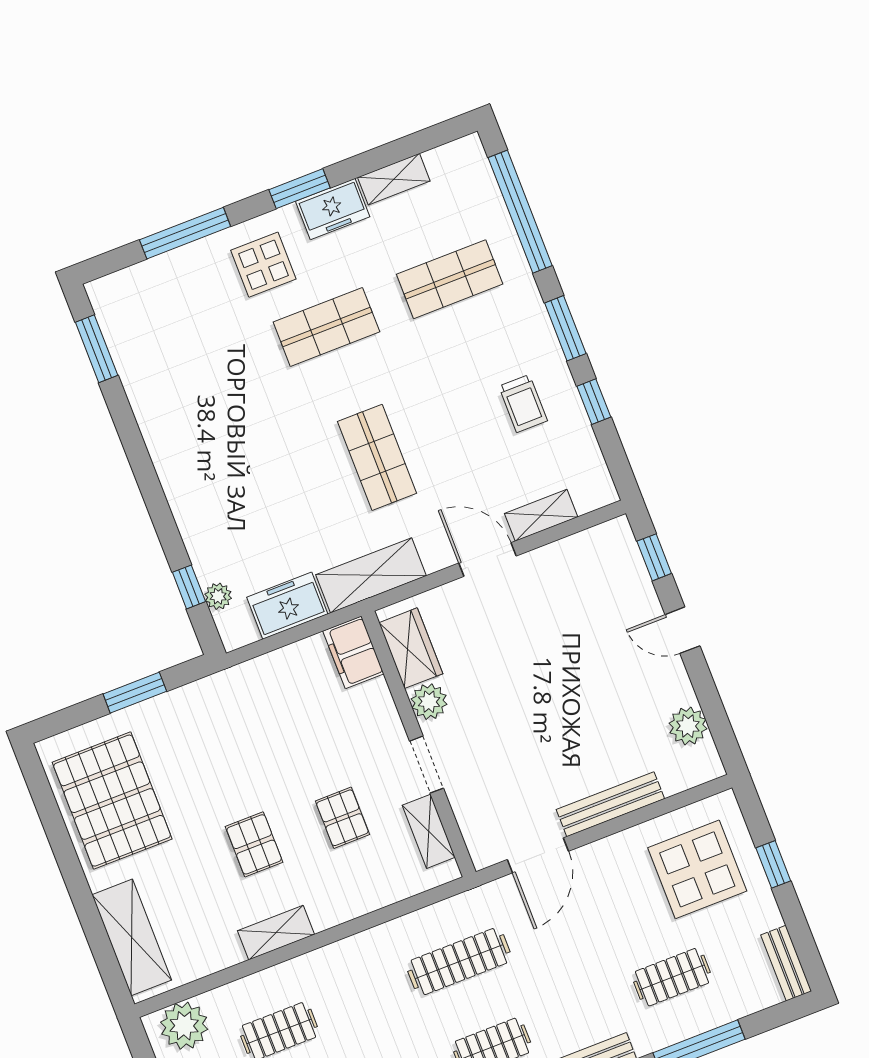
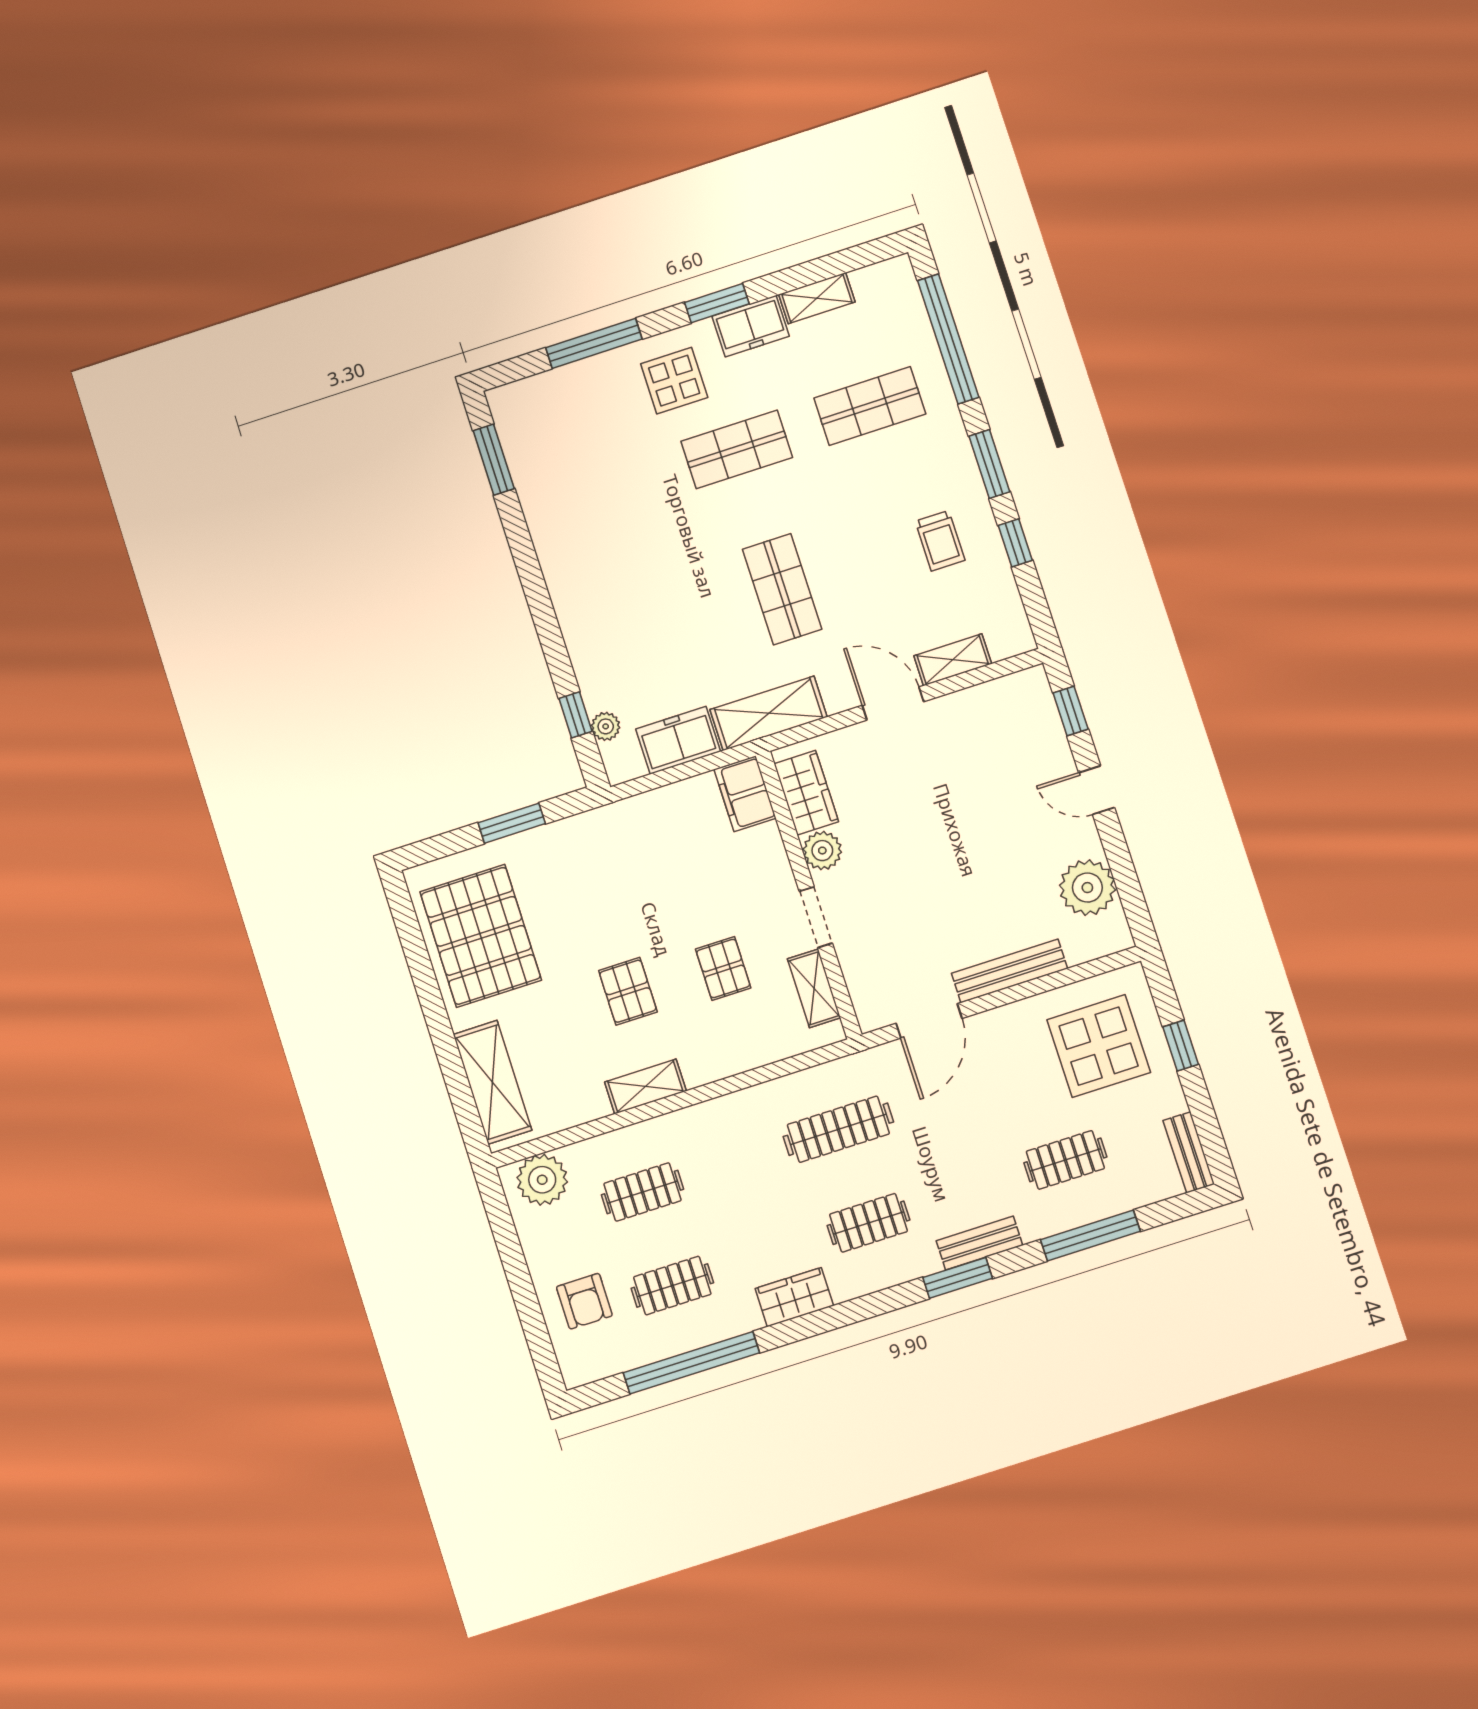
plant: (688, 726) -> (1087, 888), width x1.36, depth x1.36

